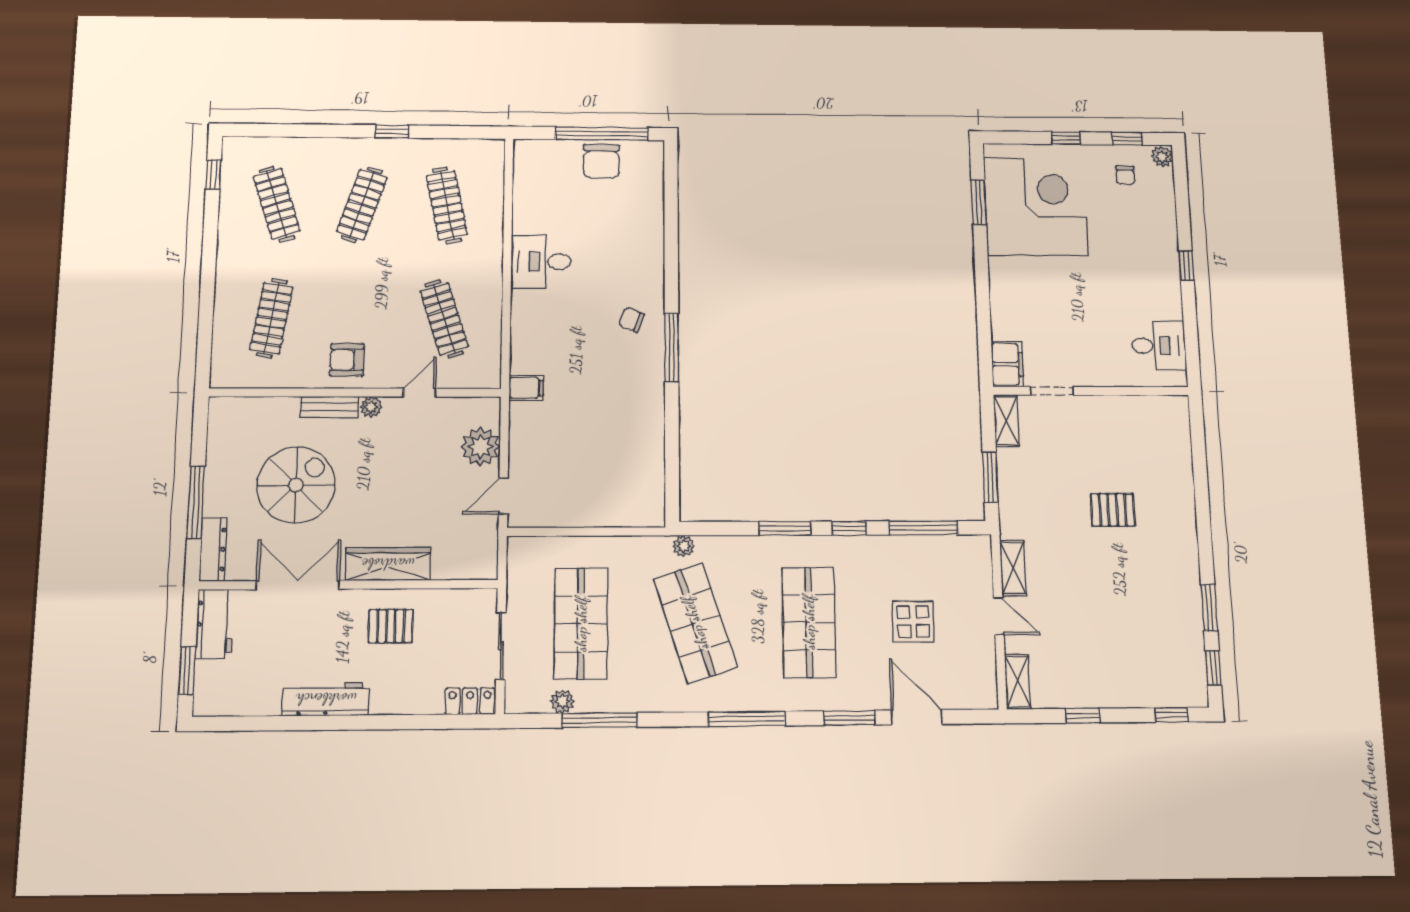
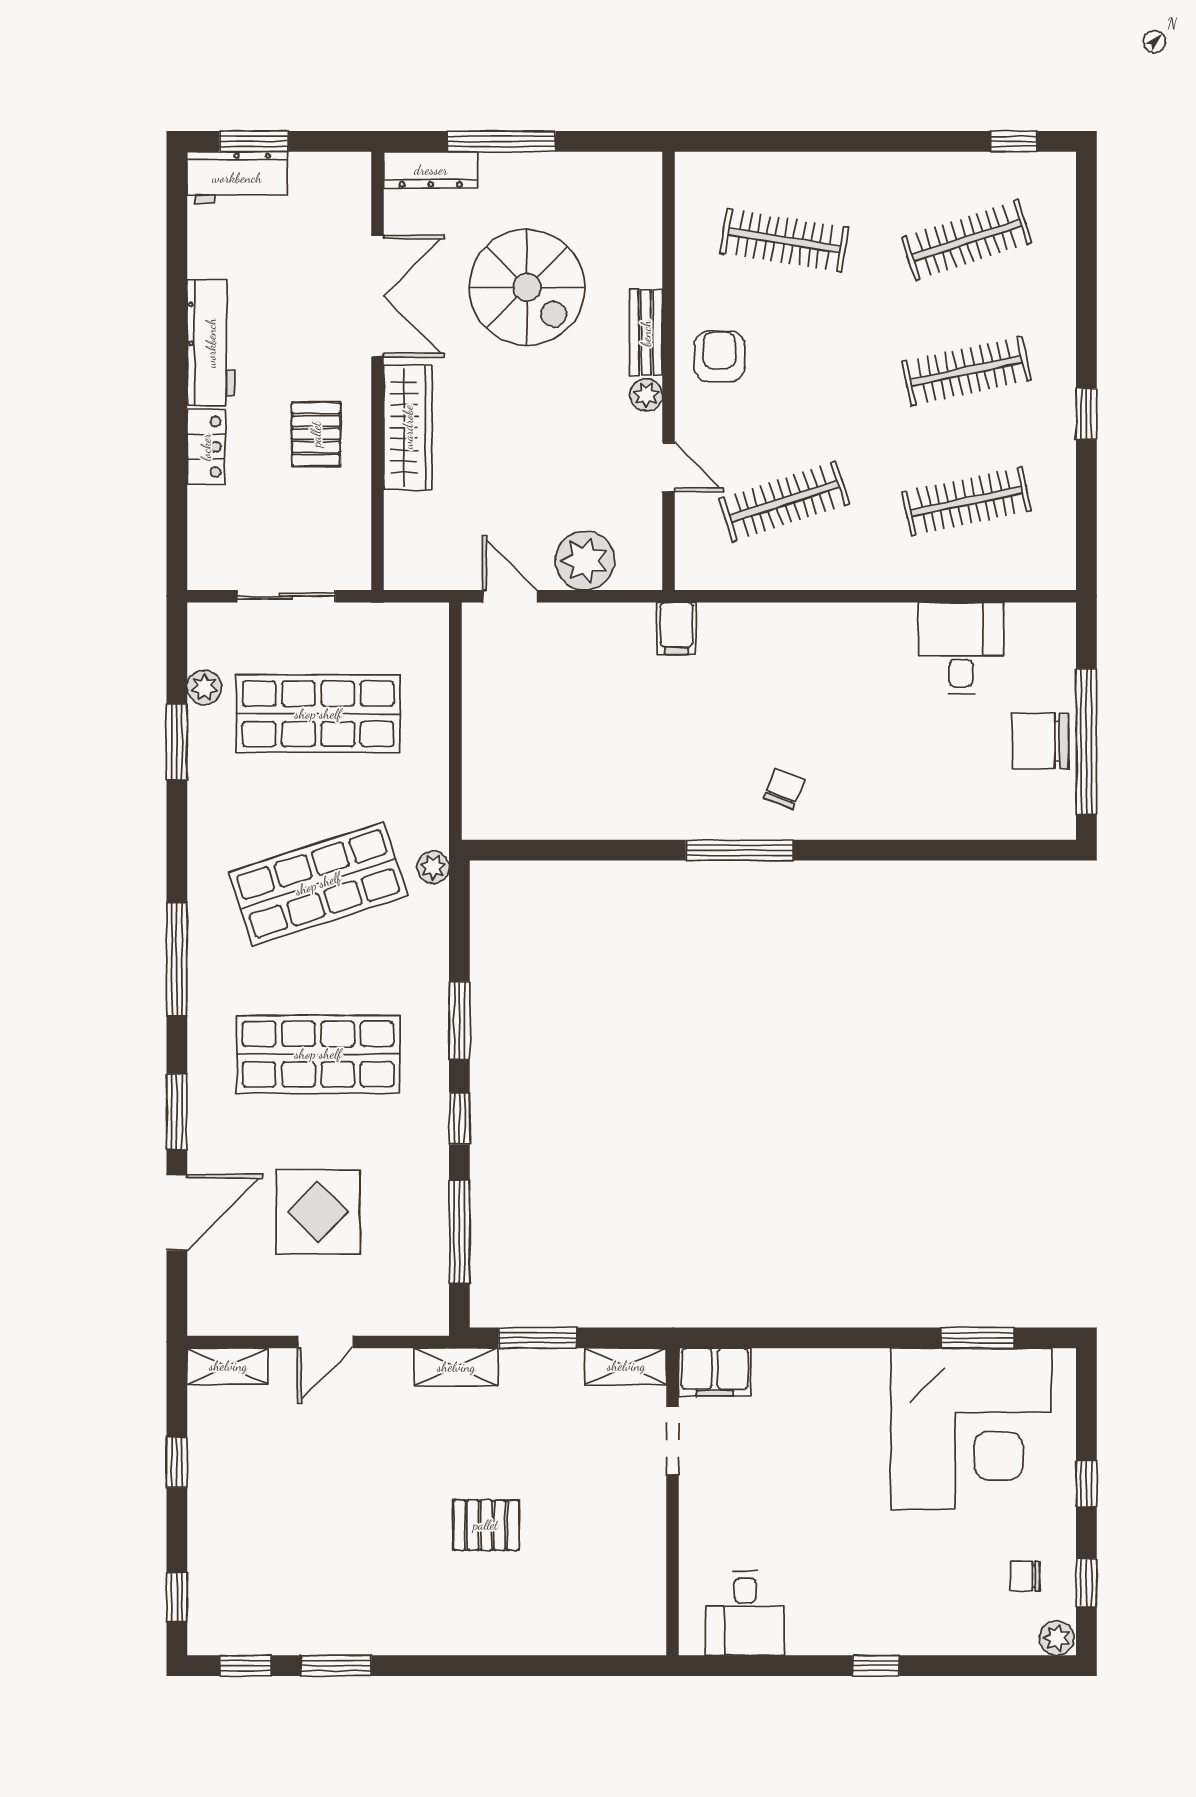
clothes rail: (362, 204) -> (967, 371), turned -30
desk: (541, 262) -> (961, 648), moved
pallet: (1113, 510) -> (486, 1525), turned 90
shelving: (1013, 568) -> (456, 1367), moved
display table: (913, 622) -> (318, 1212), width x1.36, depth x1.36
workbench: (215, 624) -> (237, 178), moved
locker: (470, 701) -> (206, 447), moved
window: (599, 720) -> (177, 742), width x0.69

